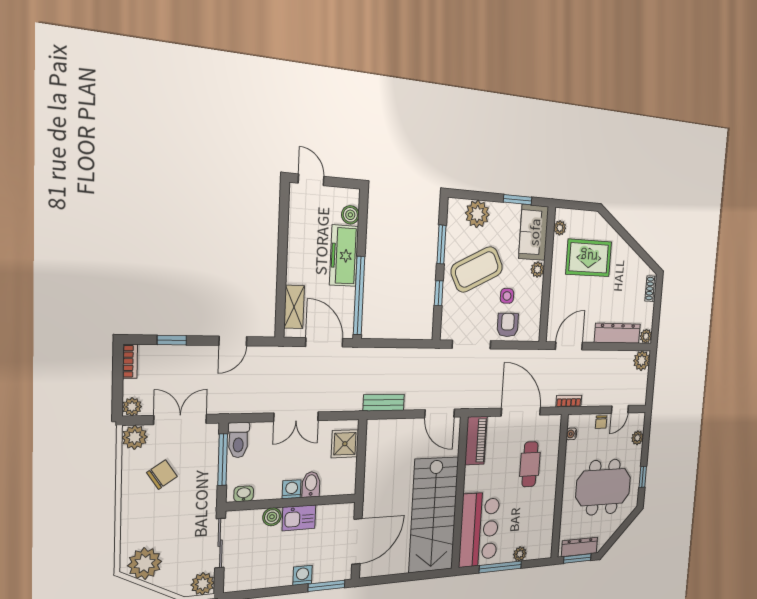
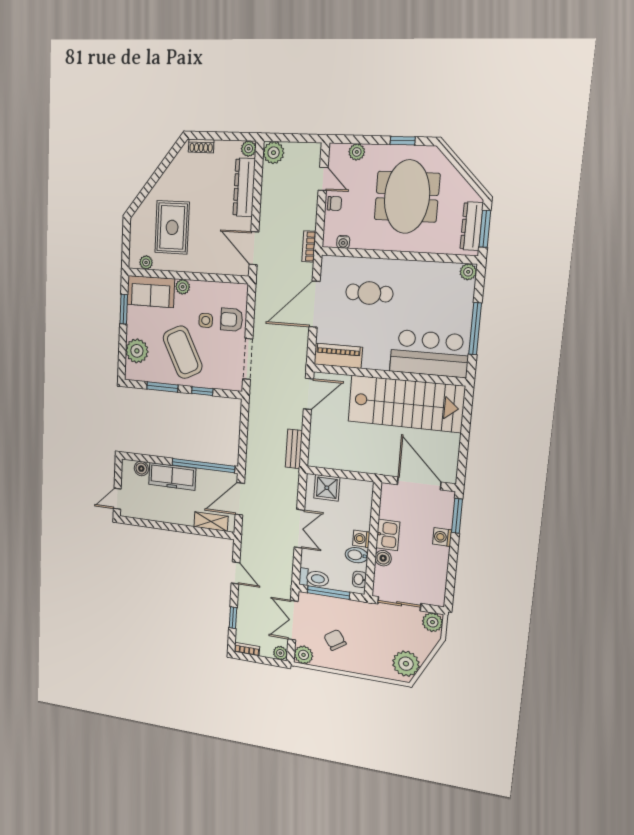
bidet: (311, 484) -> (357, 555), moved
plant: (520, 554) -> (468, 272), moved

